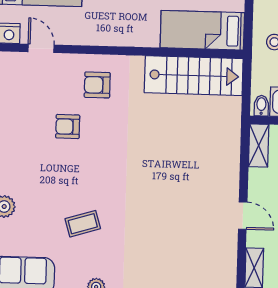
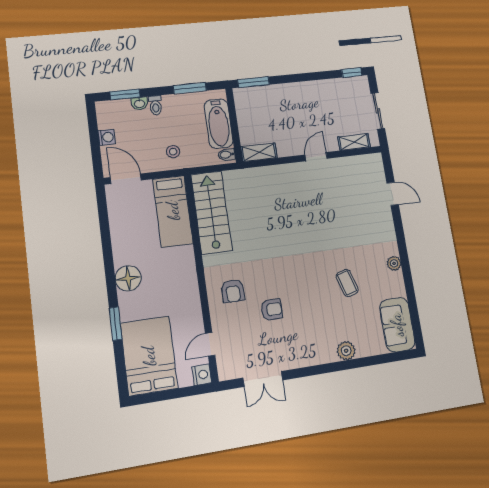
armchair: (68, 127) -> (271, 310), turned -90

